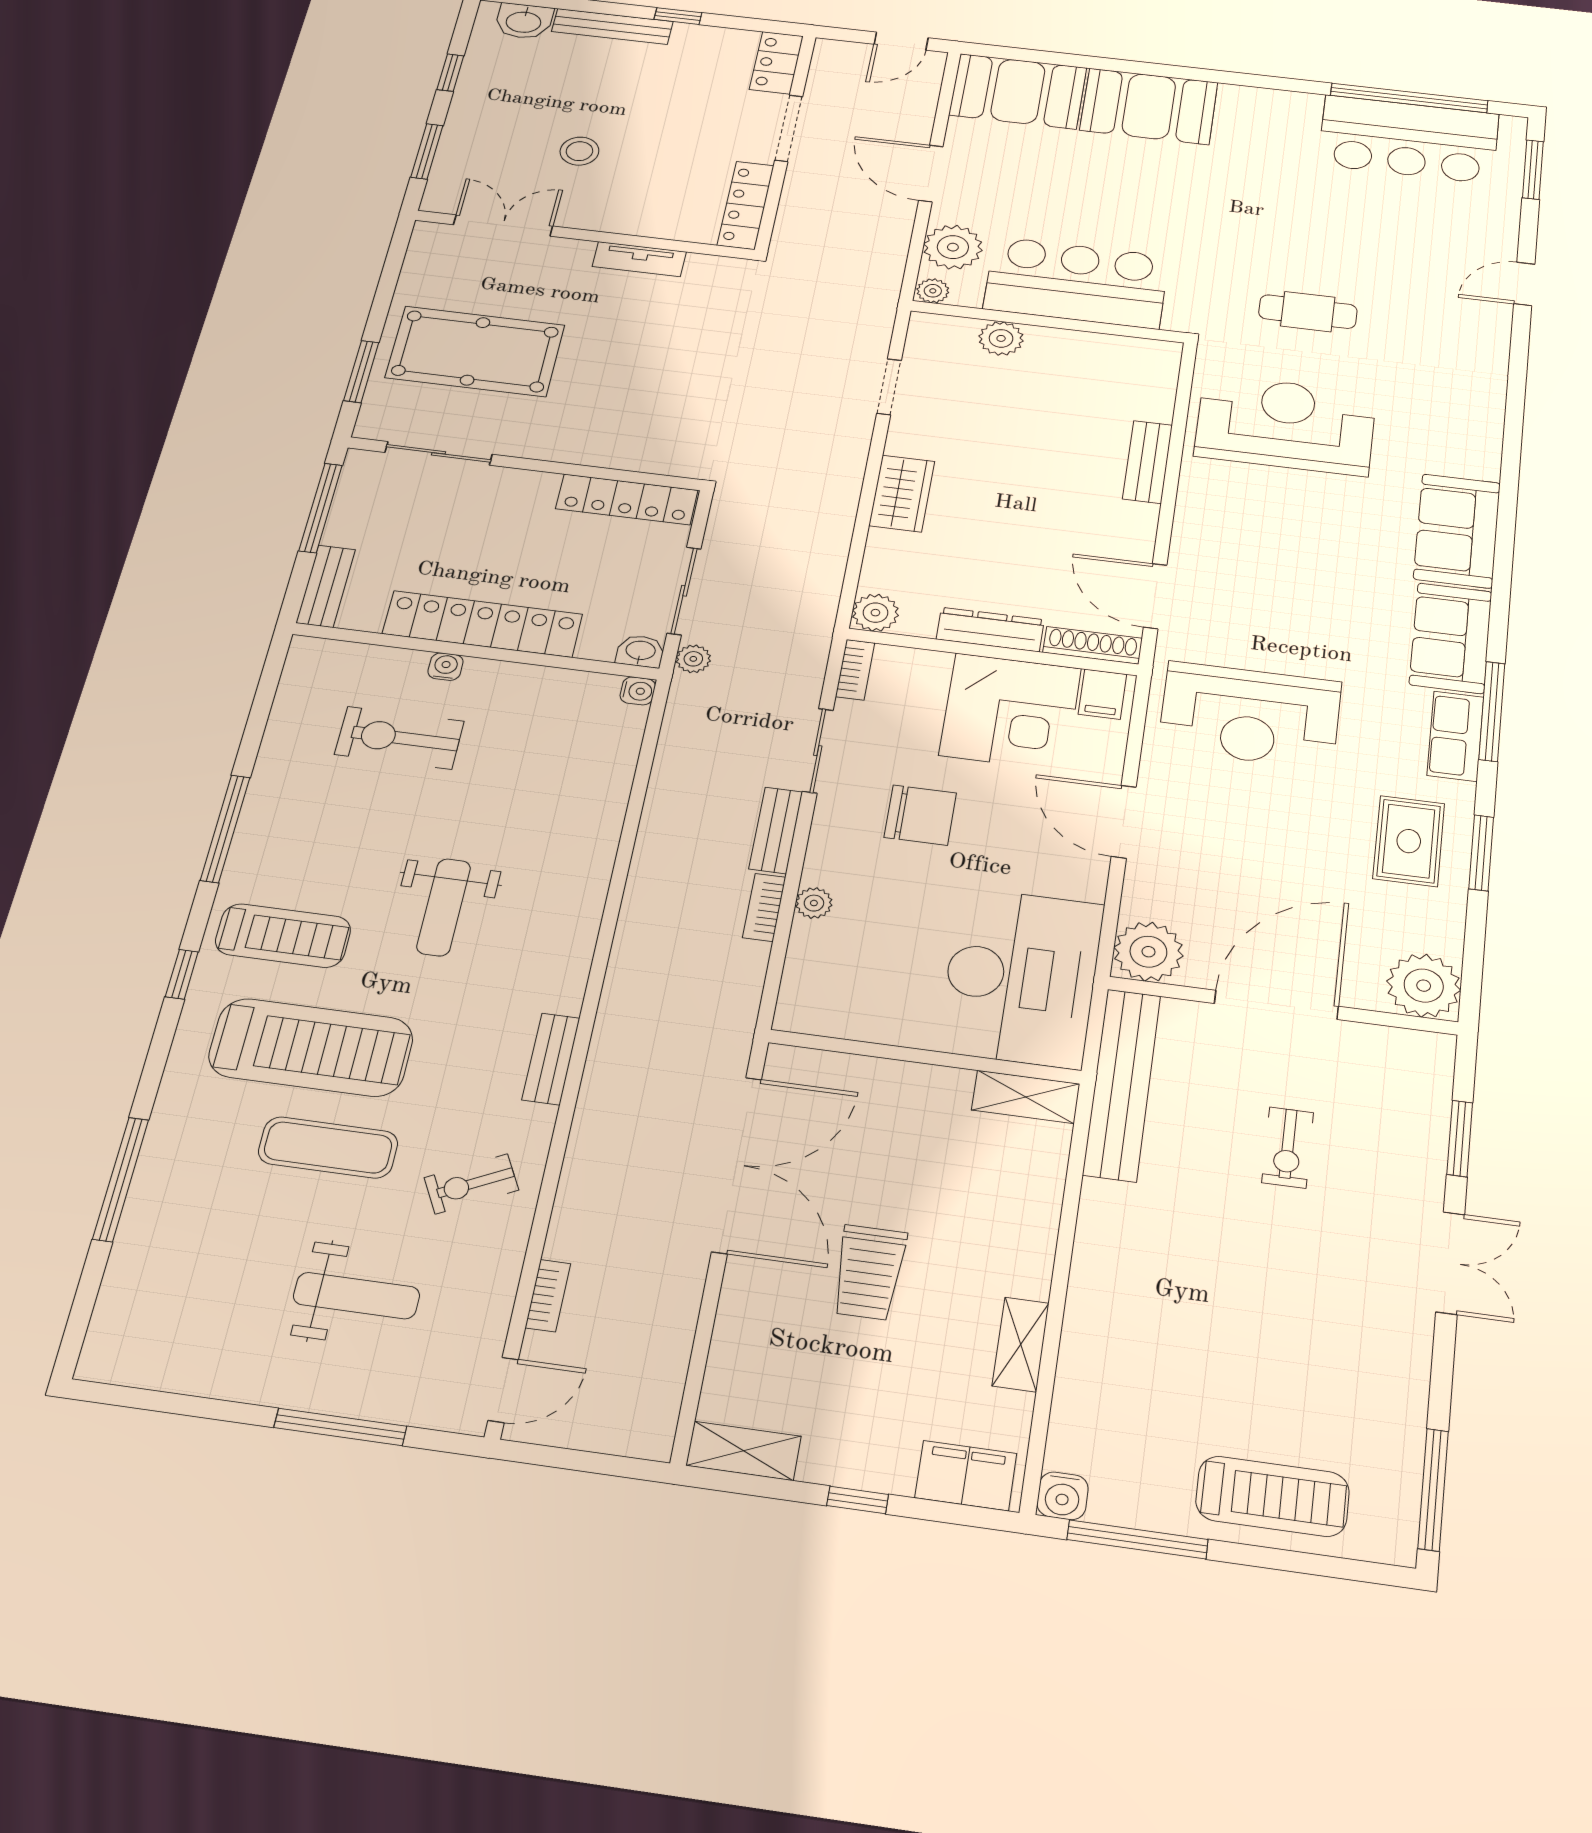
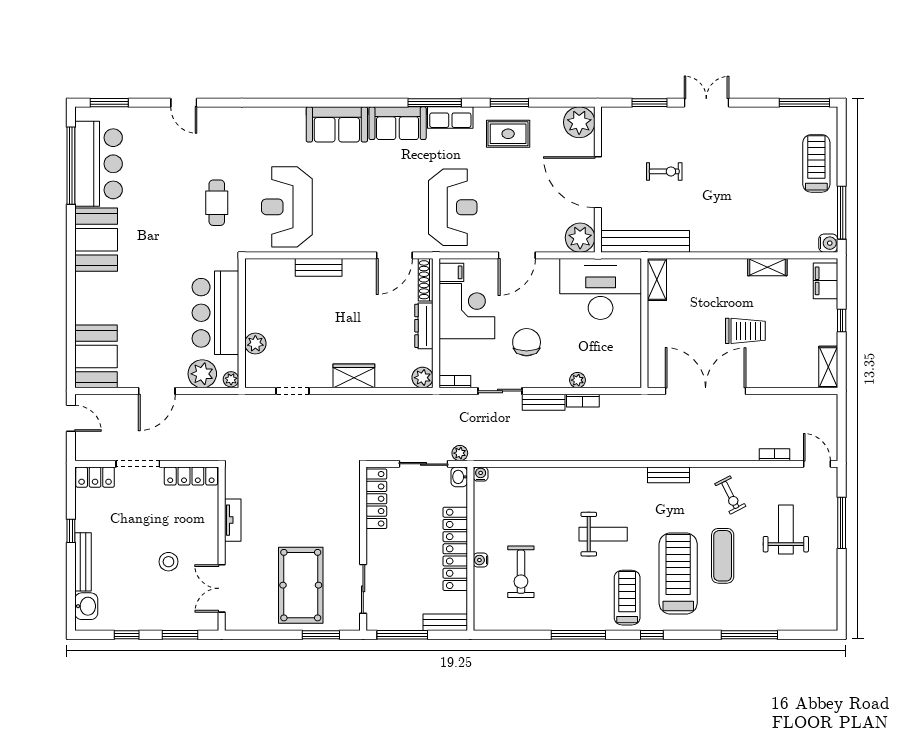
booth: (1149, 106) -> (96, 240), moved

